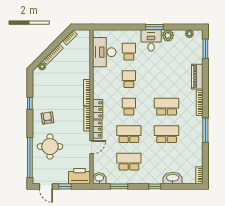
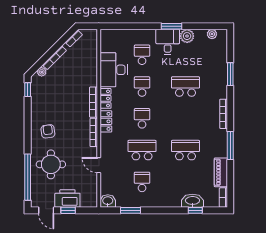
window: (205, 49) -> (230, 74), moved
desk: (104, 52) -> (114, 70), moved
piano: (197, 77) -> (221, 172), moved
window: (30, 103) -> (28, 90), moved
school desk: (167, 107) -> (185, 87), moved
locker: (97, 129) -> (106, 98), moved
door: (91, 147) -> (99, 165), swing flipped
school desk: (129, 162) -> (142, 182), width x0.54
printer: (79, 176) -> (67, 198), moved
window: (155, 186) -> (195, 210), moved

